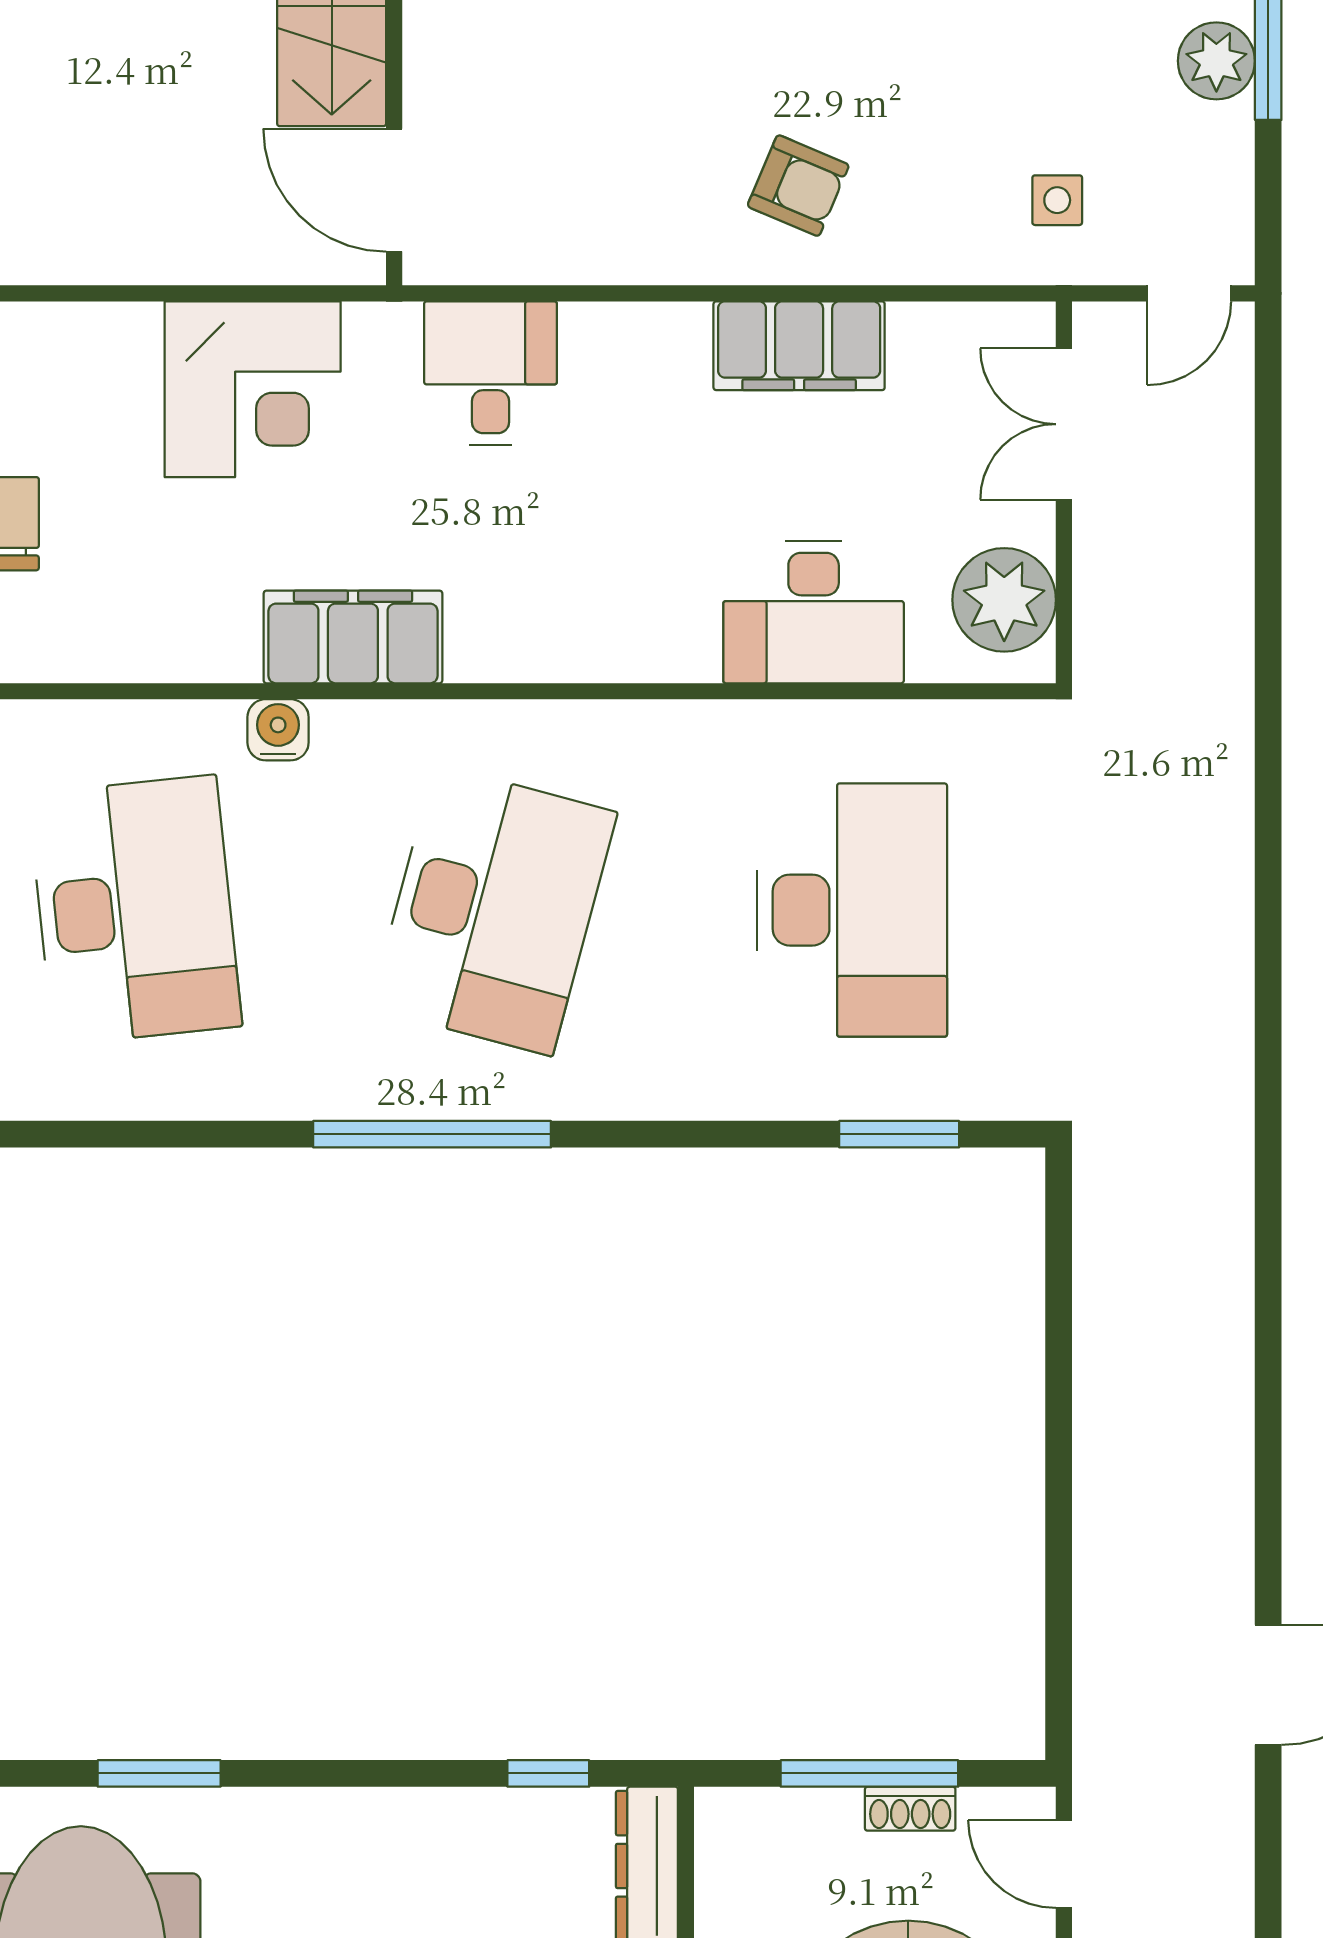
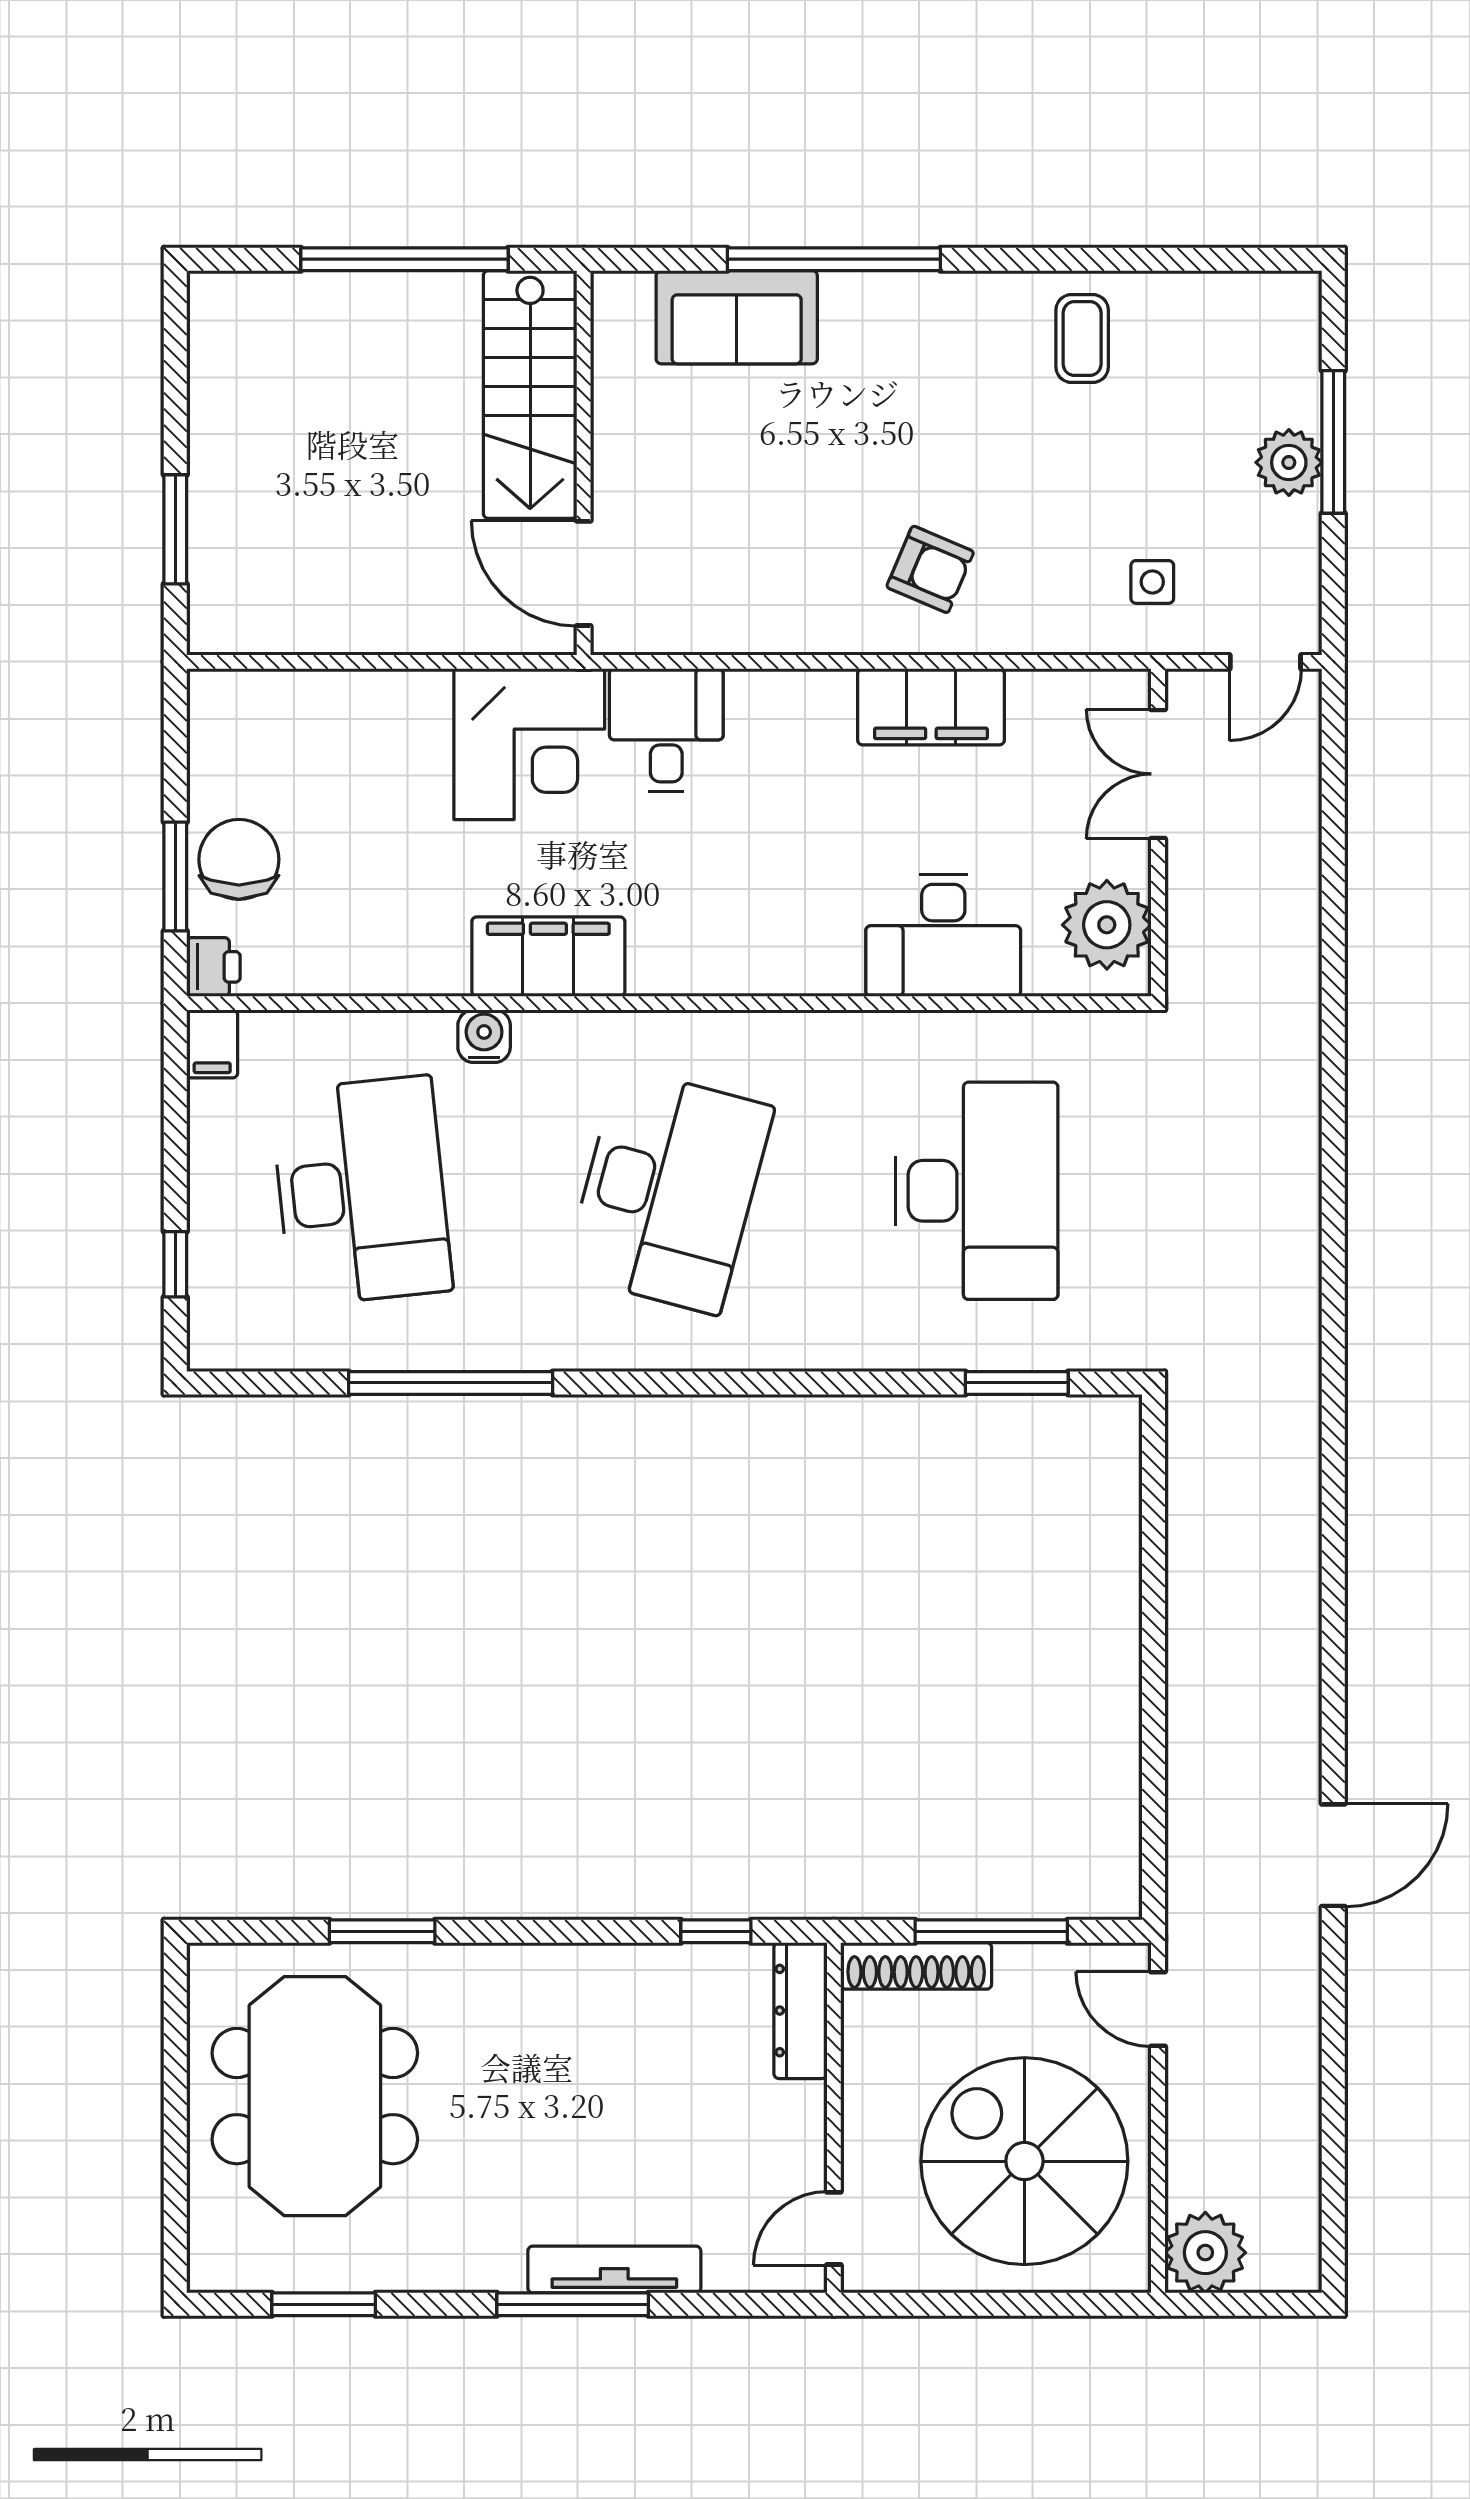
corner desk: (253, 389) -> (529, 744), moved
window: (432, 1134) -> (451, 1383), moved
shoe rack: (910, 1809) -> (916, 1966), moved, width x1.94, depth x1.24

